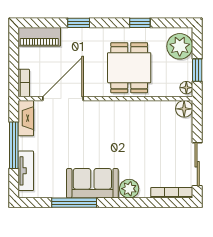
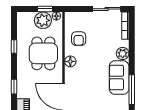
plant: (180, 46) -> (43, 20), moved
dining table: (129, 68) -> (43, 53), turned 90
floor lamp: (184, 109) -> (70, 61), moved
armchair: (152, 122) -> (79, 39), added

